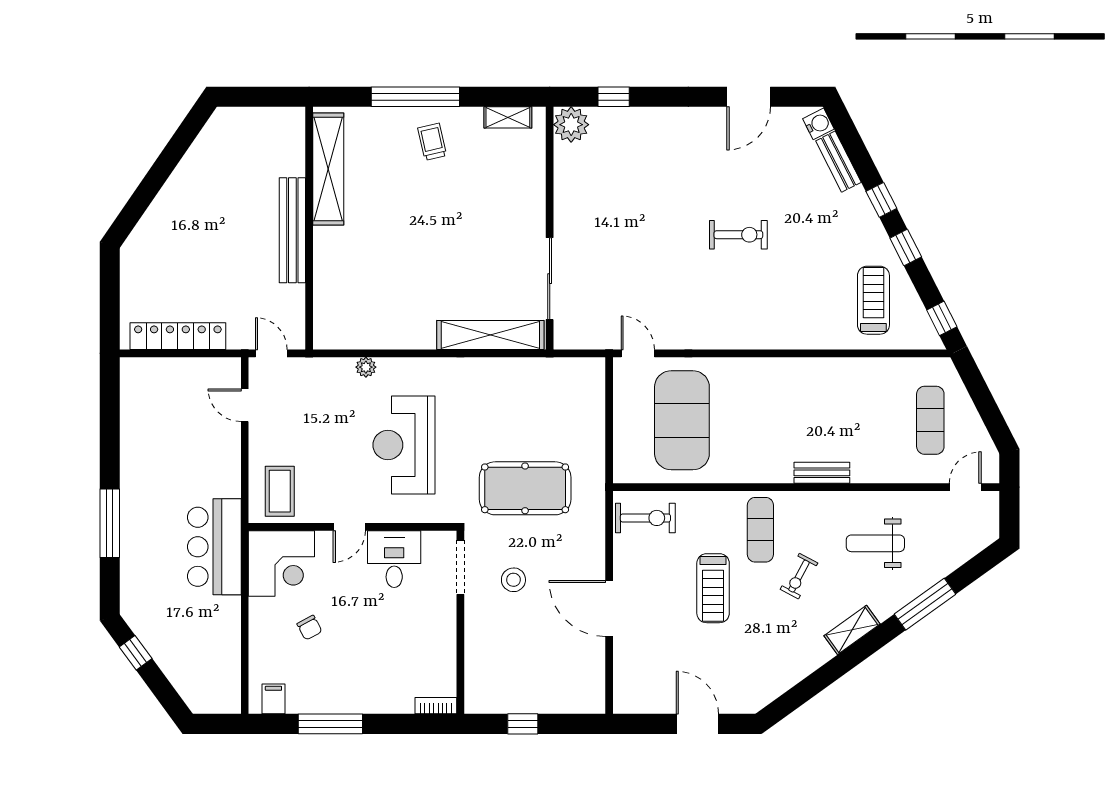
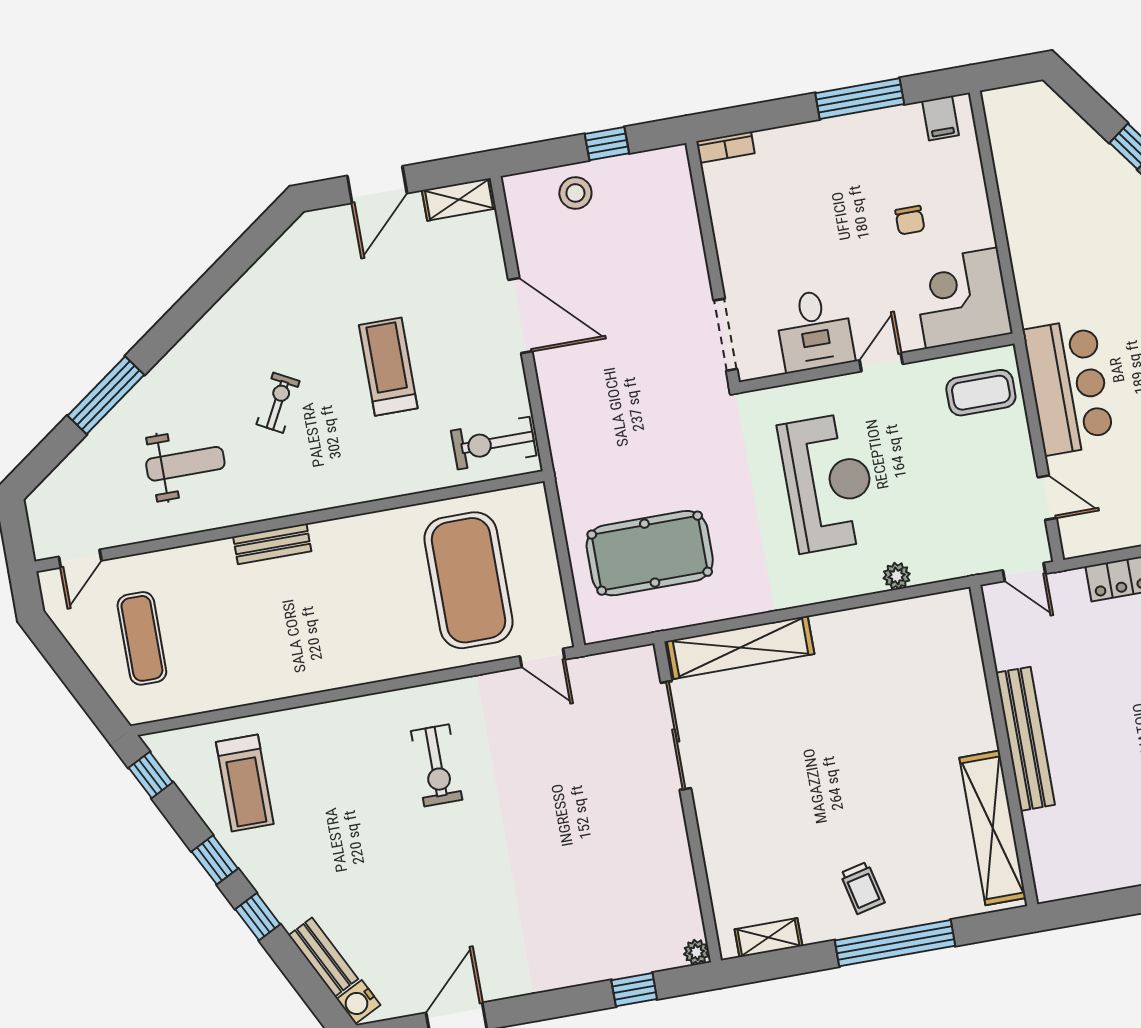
plant: (571, 125) -> (696, 952), width x0.53, depth x0.53
exercise bike: (738, 235) -> (437, 765), moved, turned -90
pool table: (525, 488) -> (650, 553), moved
coffee table: (280, 491) -> (981, 393), turned 90
exercise mat: (760, 530) -> (340, 455), removed
bar counter: (214, 547) -> (1069, 387), moved
stool: (513, 580) -> (575, 193), moved
chair: (309, 628) -> (910, 220), turned -152
shelving: (852, 630) -> (459, 199), moved, turned 36
door: (697, 724) -> (377, 185), hinge flipped

